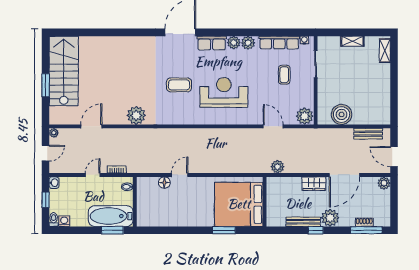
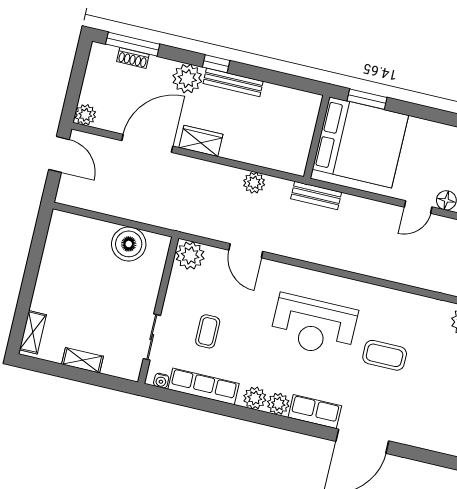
bench: (368, 134) -> (316, 196), moved
wall: (265, 202) -> (317, 137), moved
bed: (239, 204) -> (360, 142), moved

